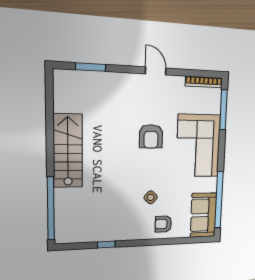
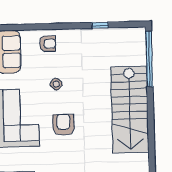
stairs: (68, 151) -> (130, 110), width x1.36, depth x1.51
side table: (151, 197) -> (56, 84), moved

